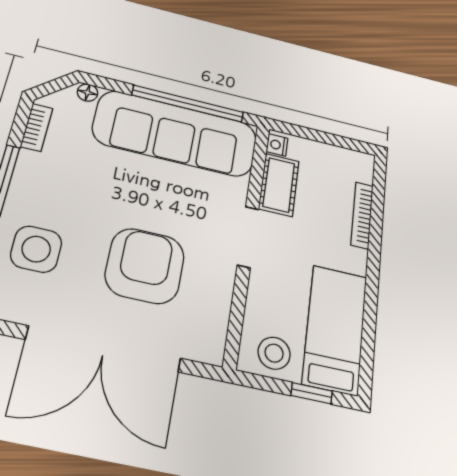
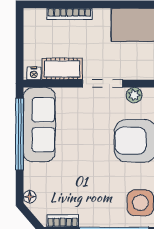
sofa: (175, 133) -> (39, 125), width x0.74, depth x0.79
plant: (222, 281) -> (134, 95), added

